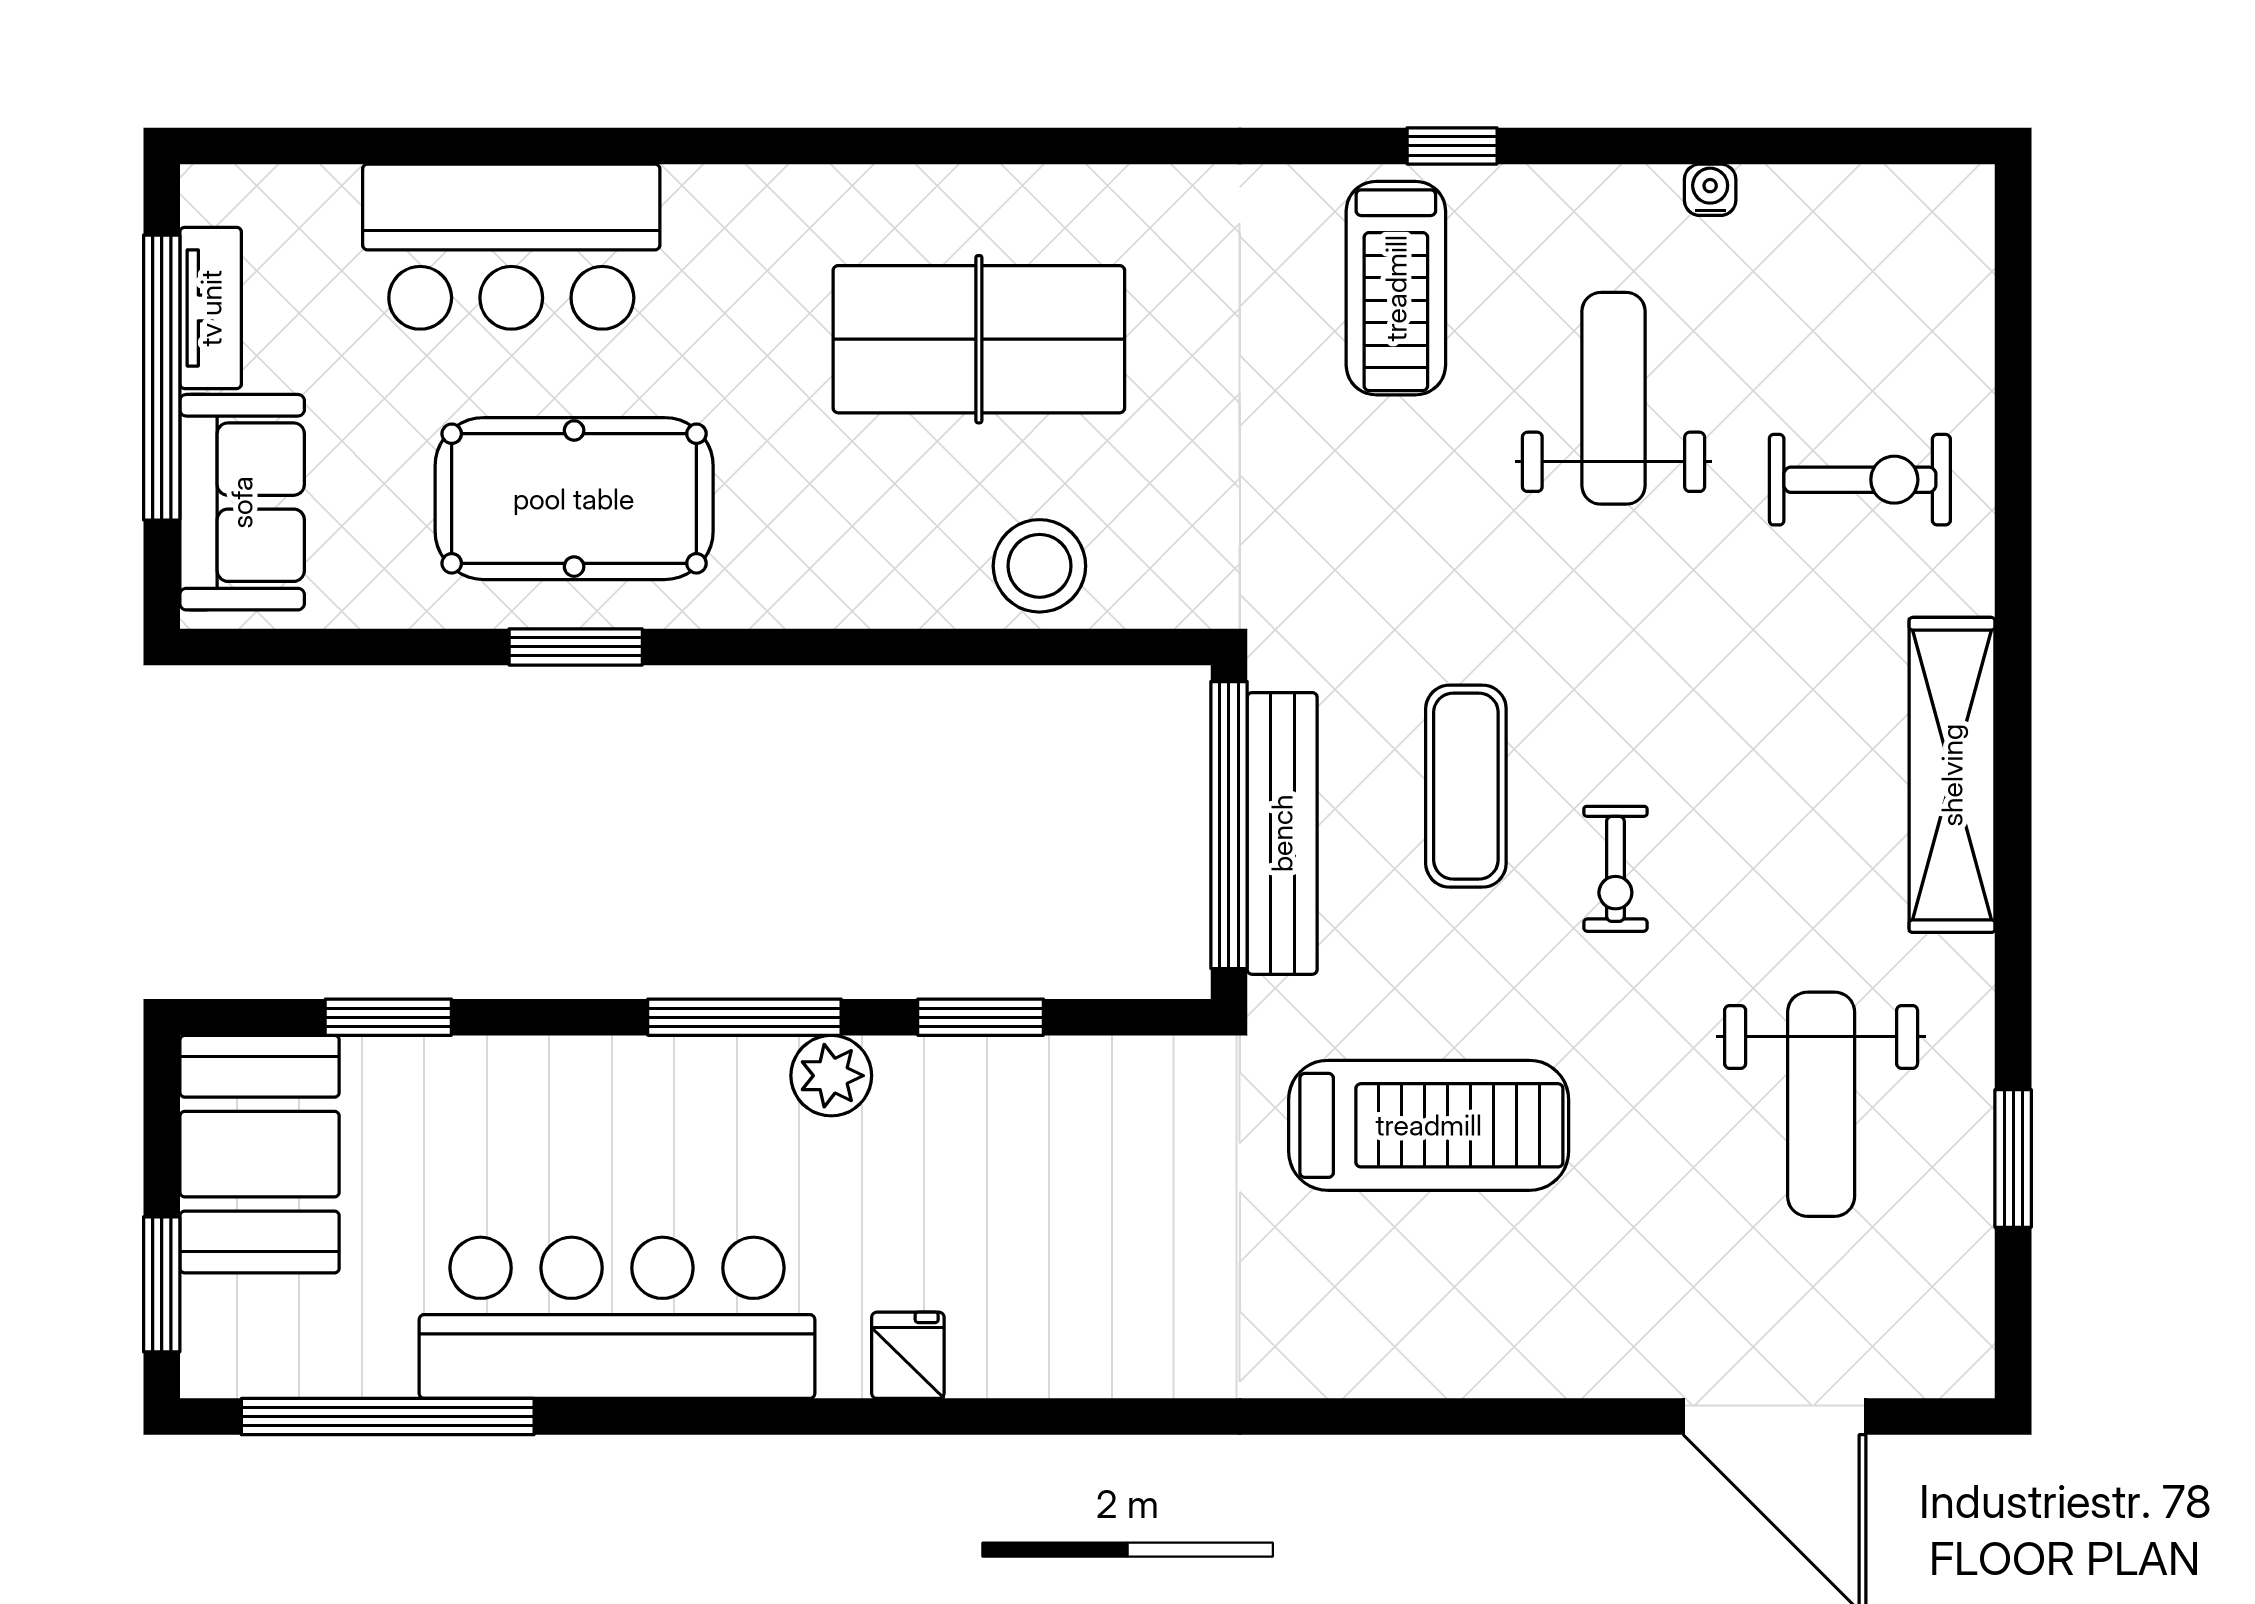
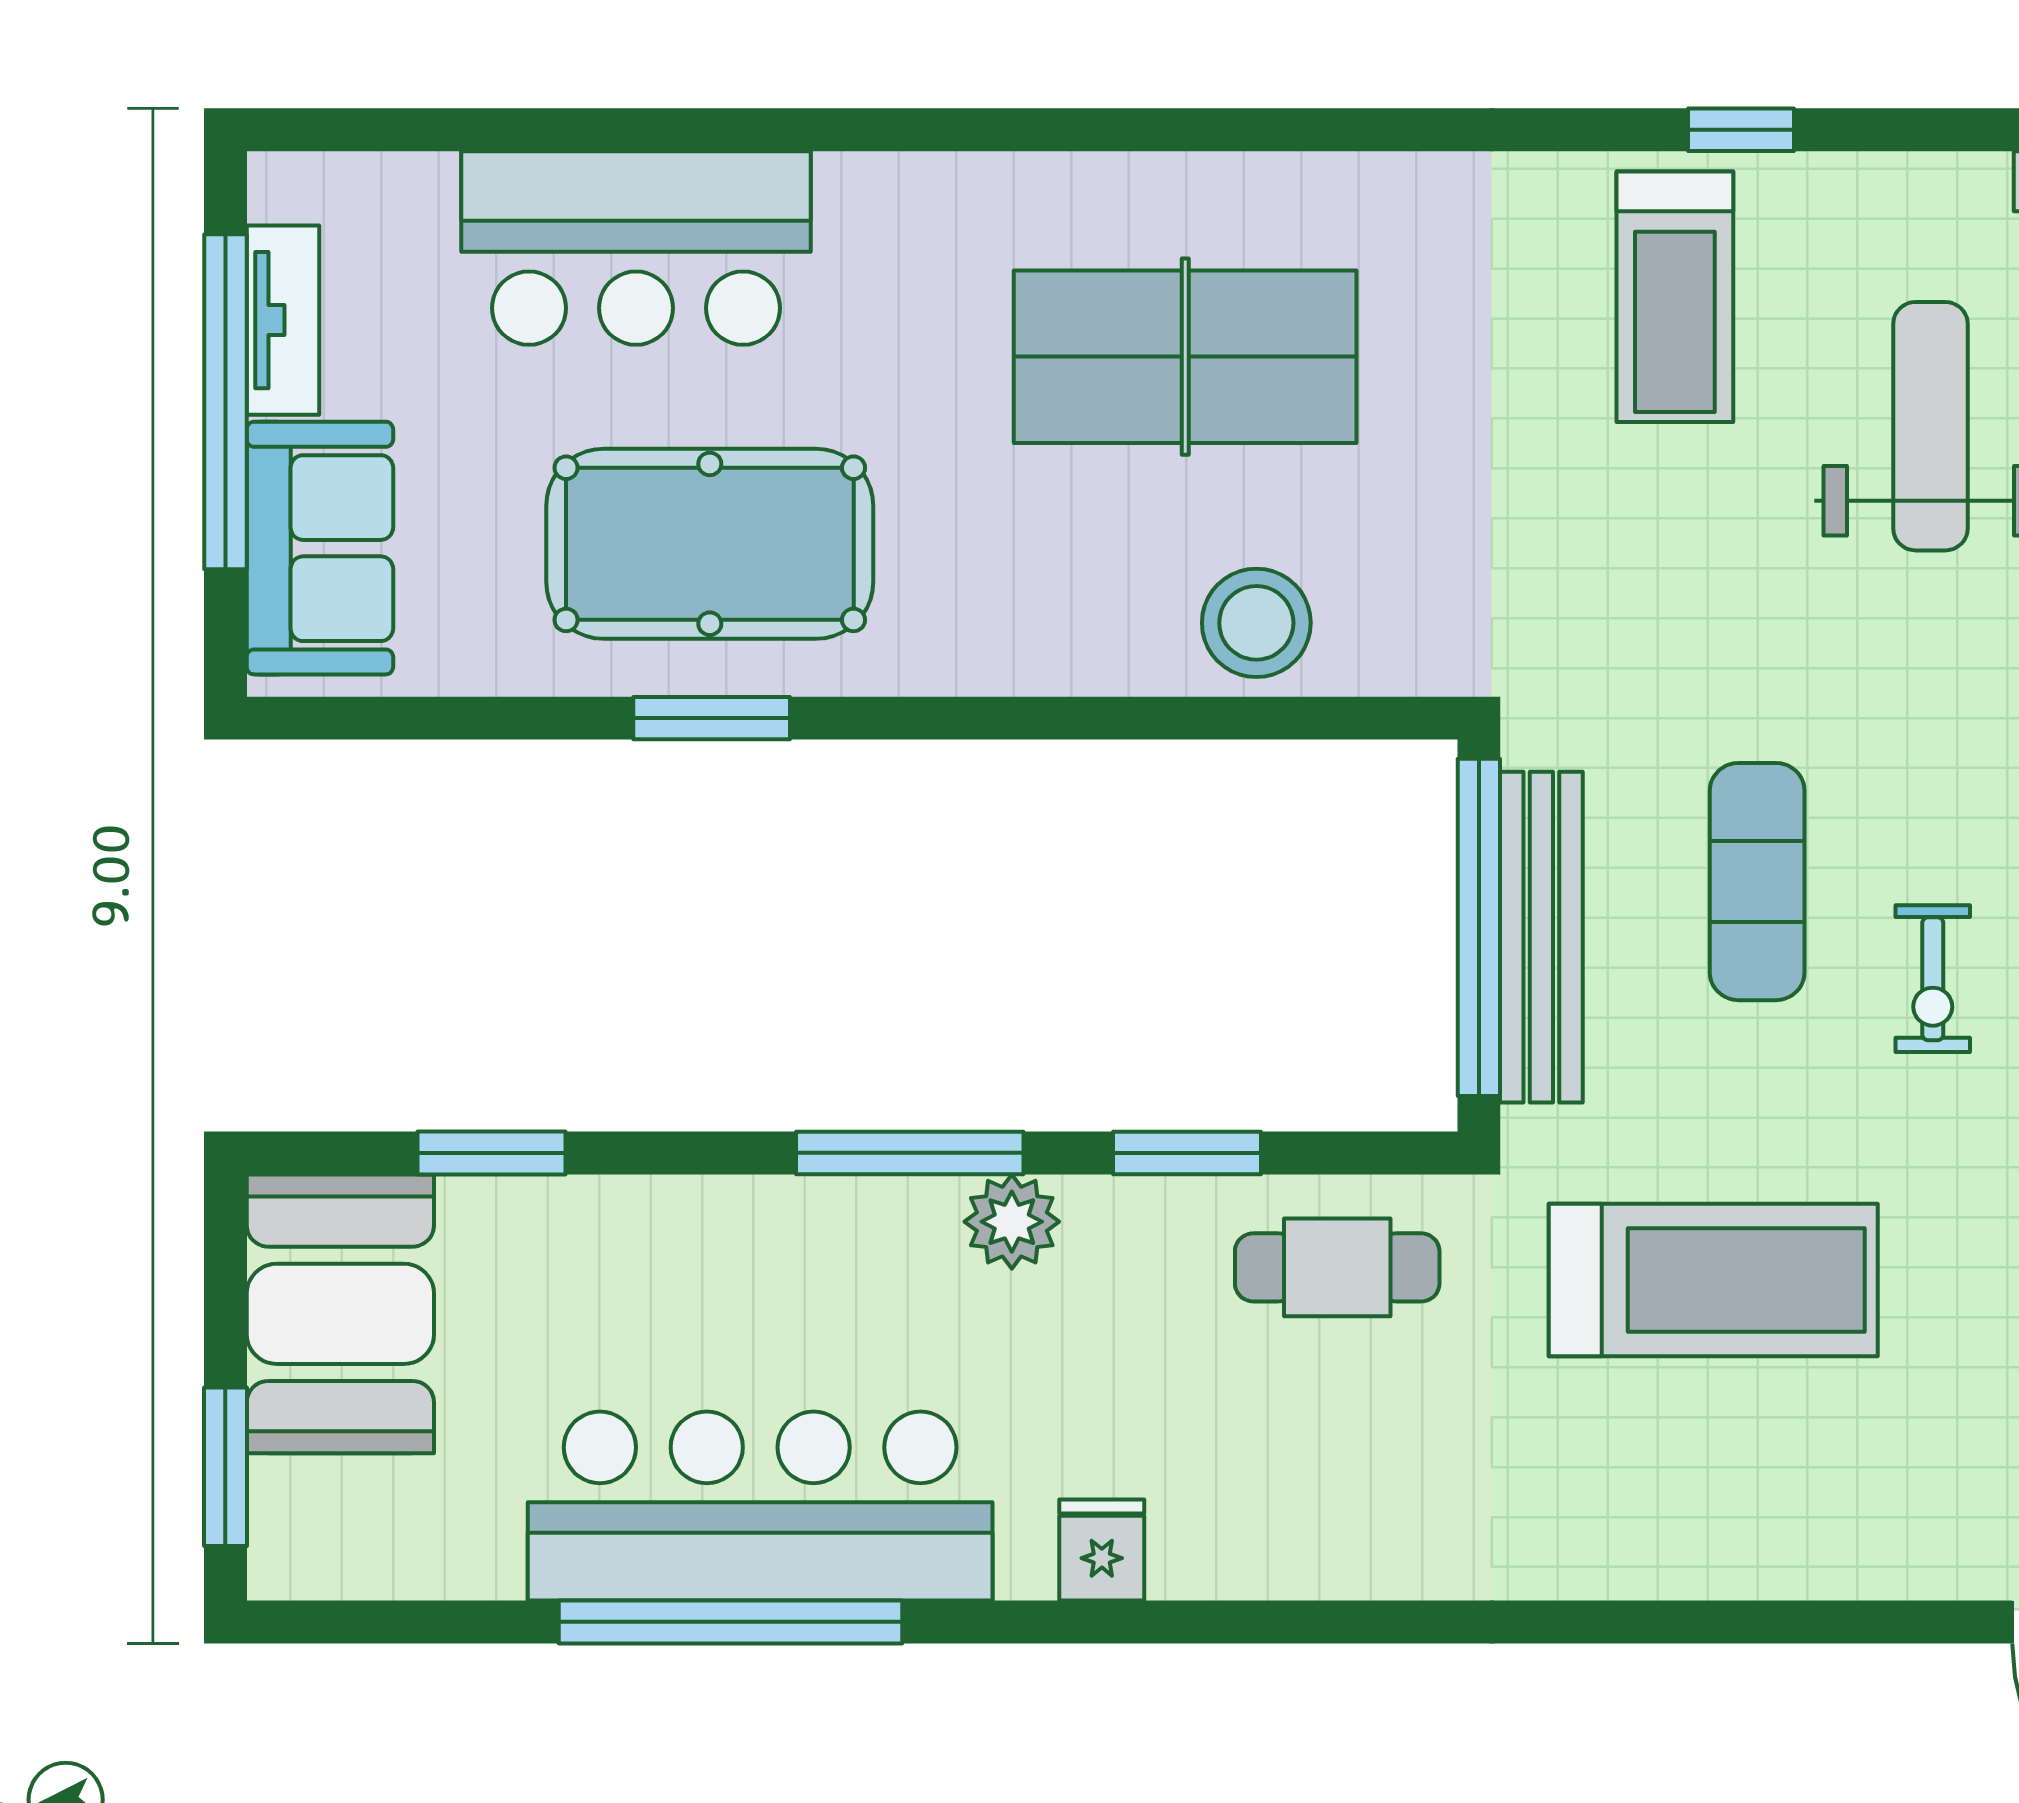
cafe table: (1108, 1115) -> (1337, 1267), added
window: (388, 1417) -> (730, 1622), moved

